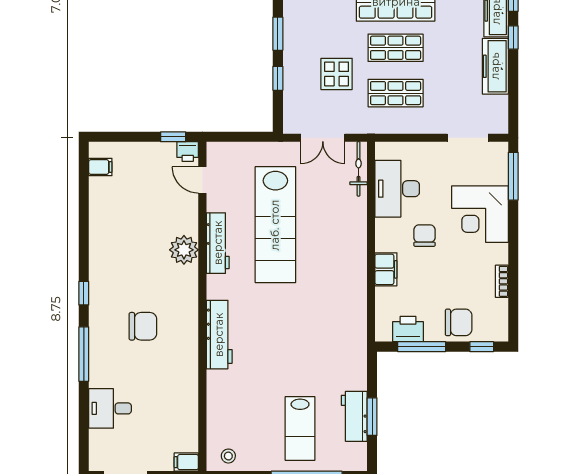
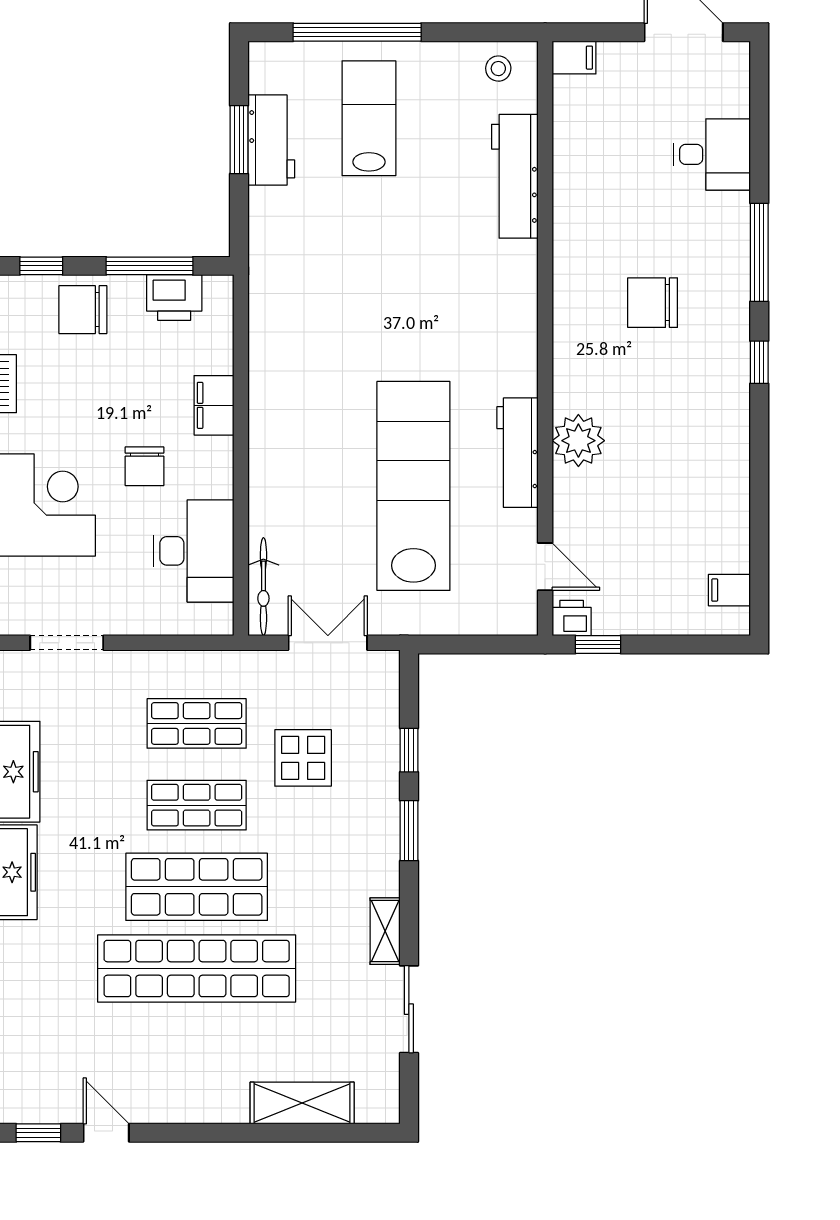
workbench: (219, 335) -> (515, 176), moved

